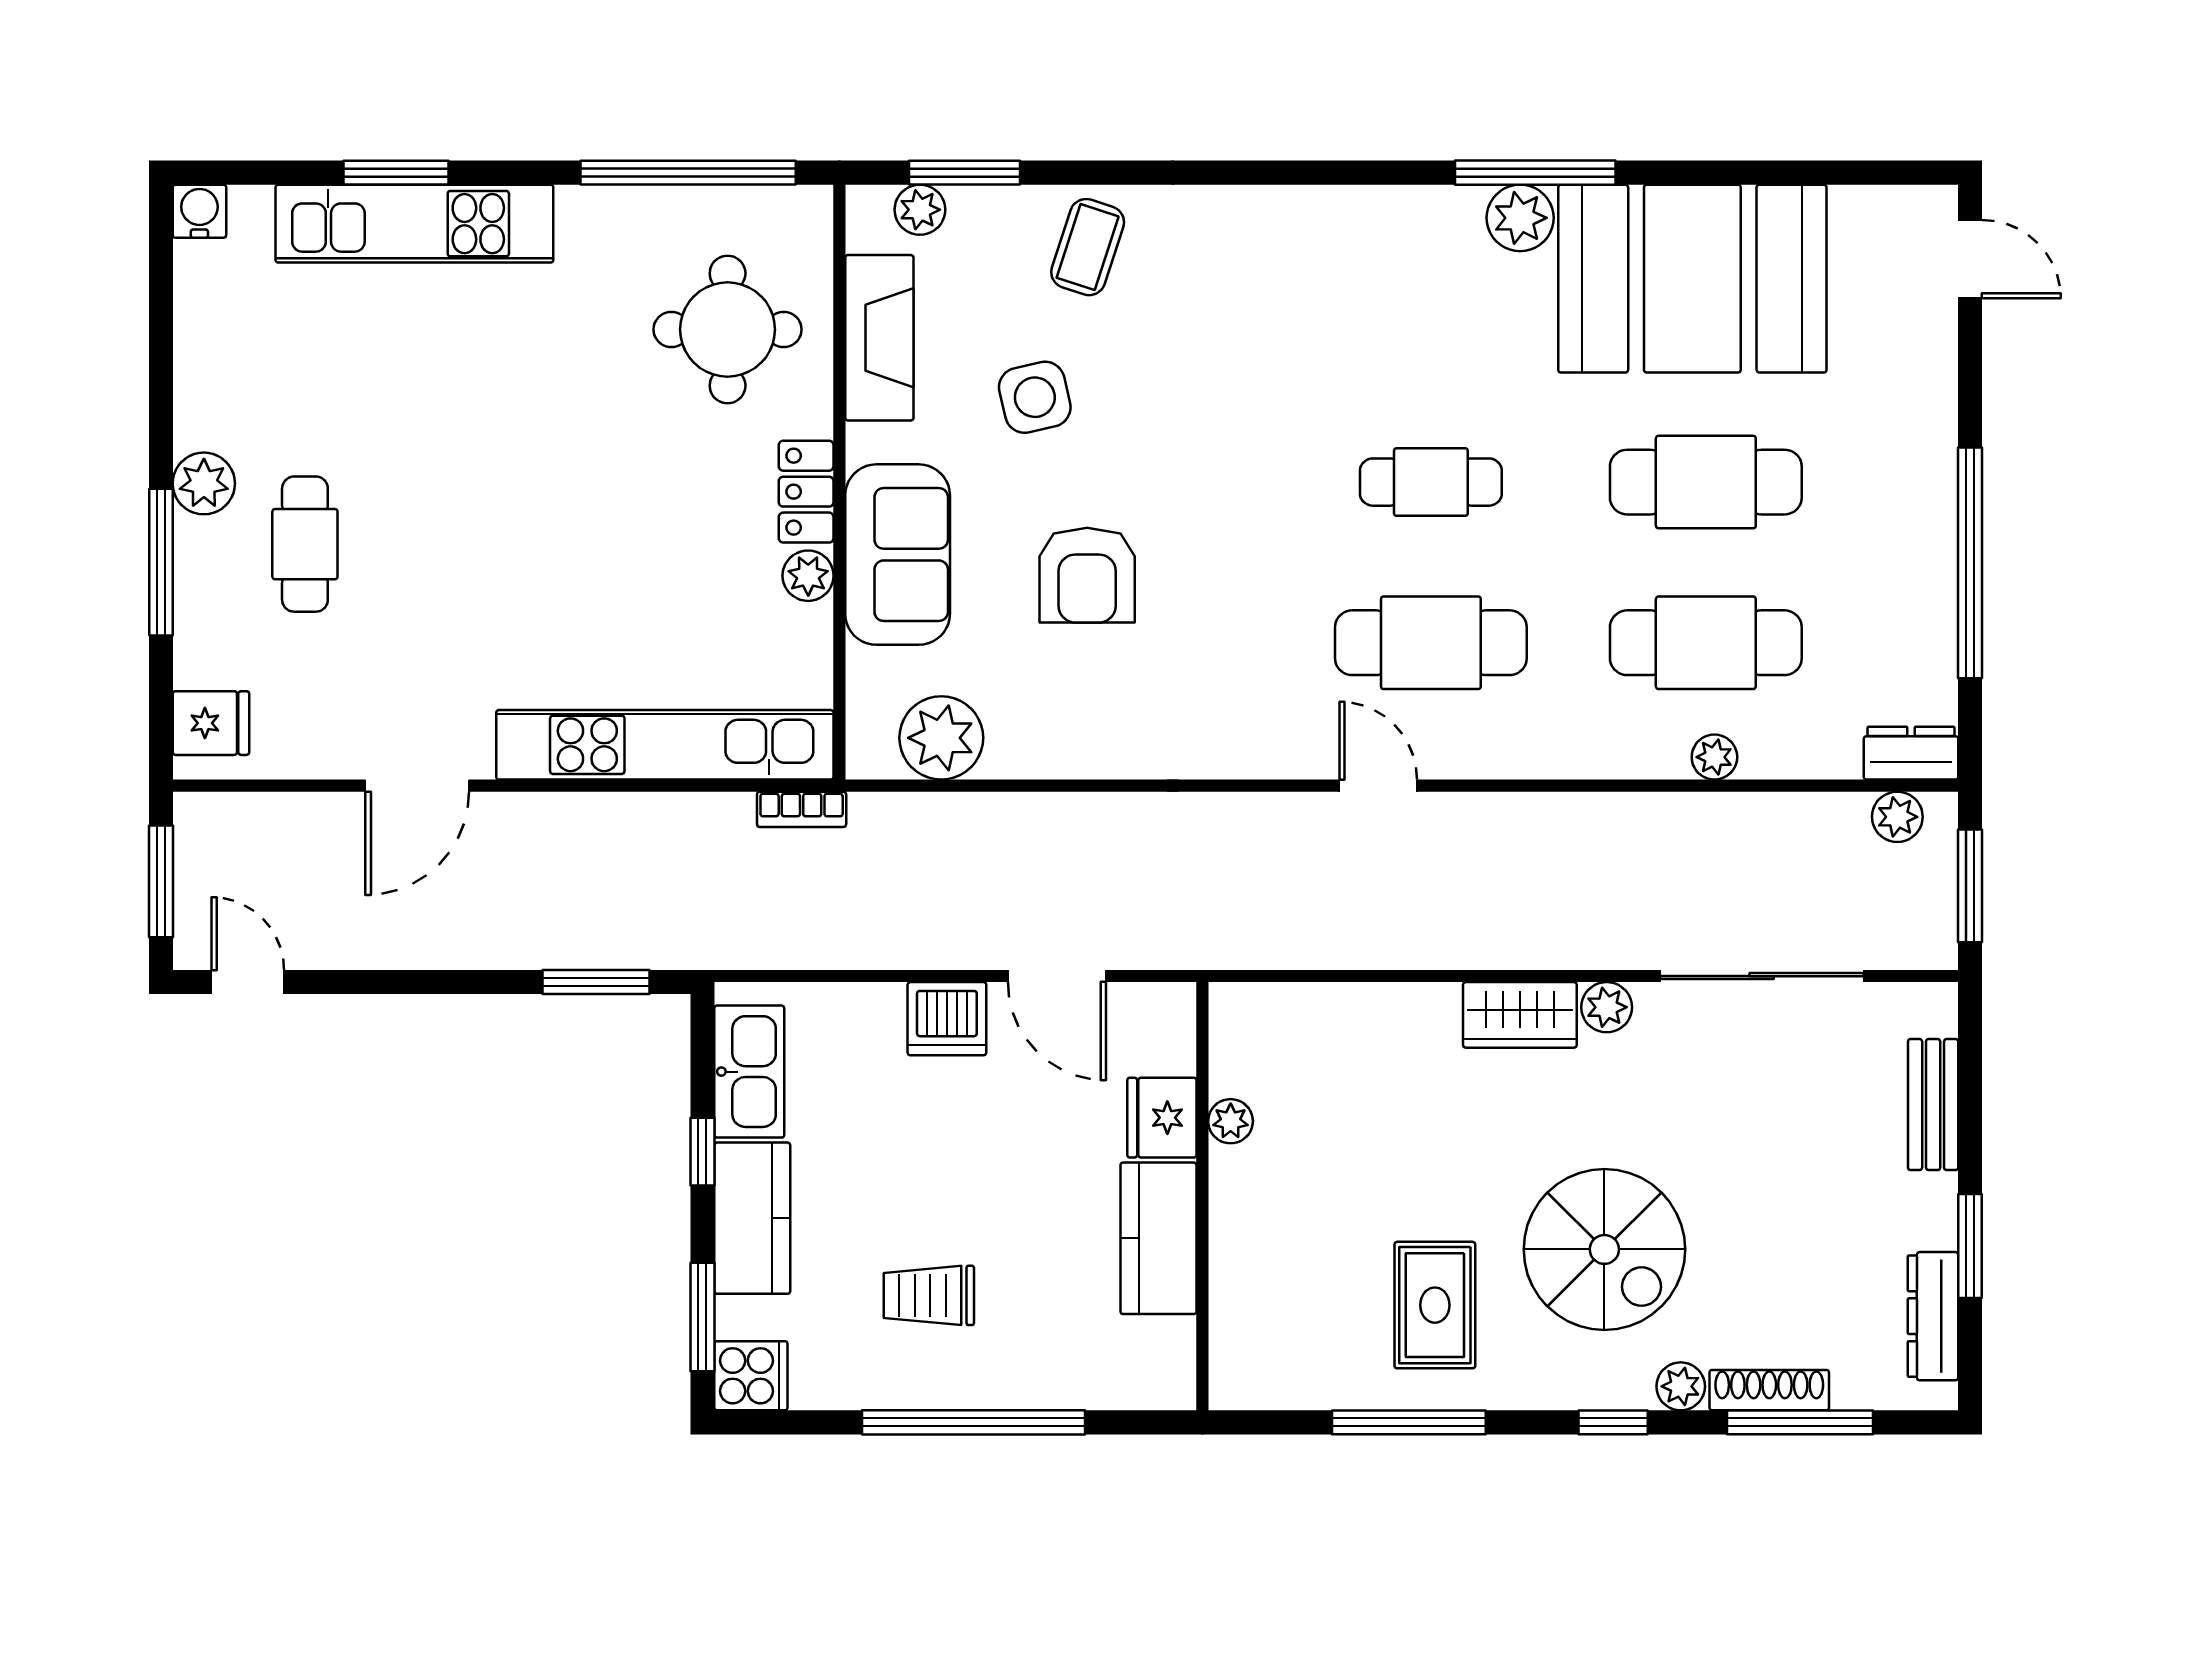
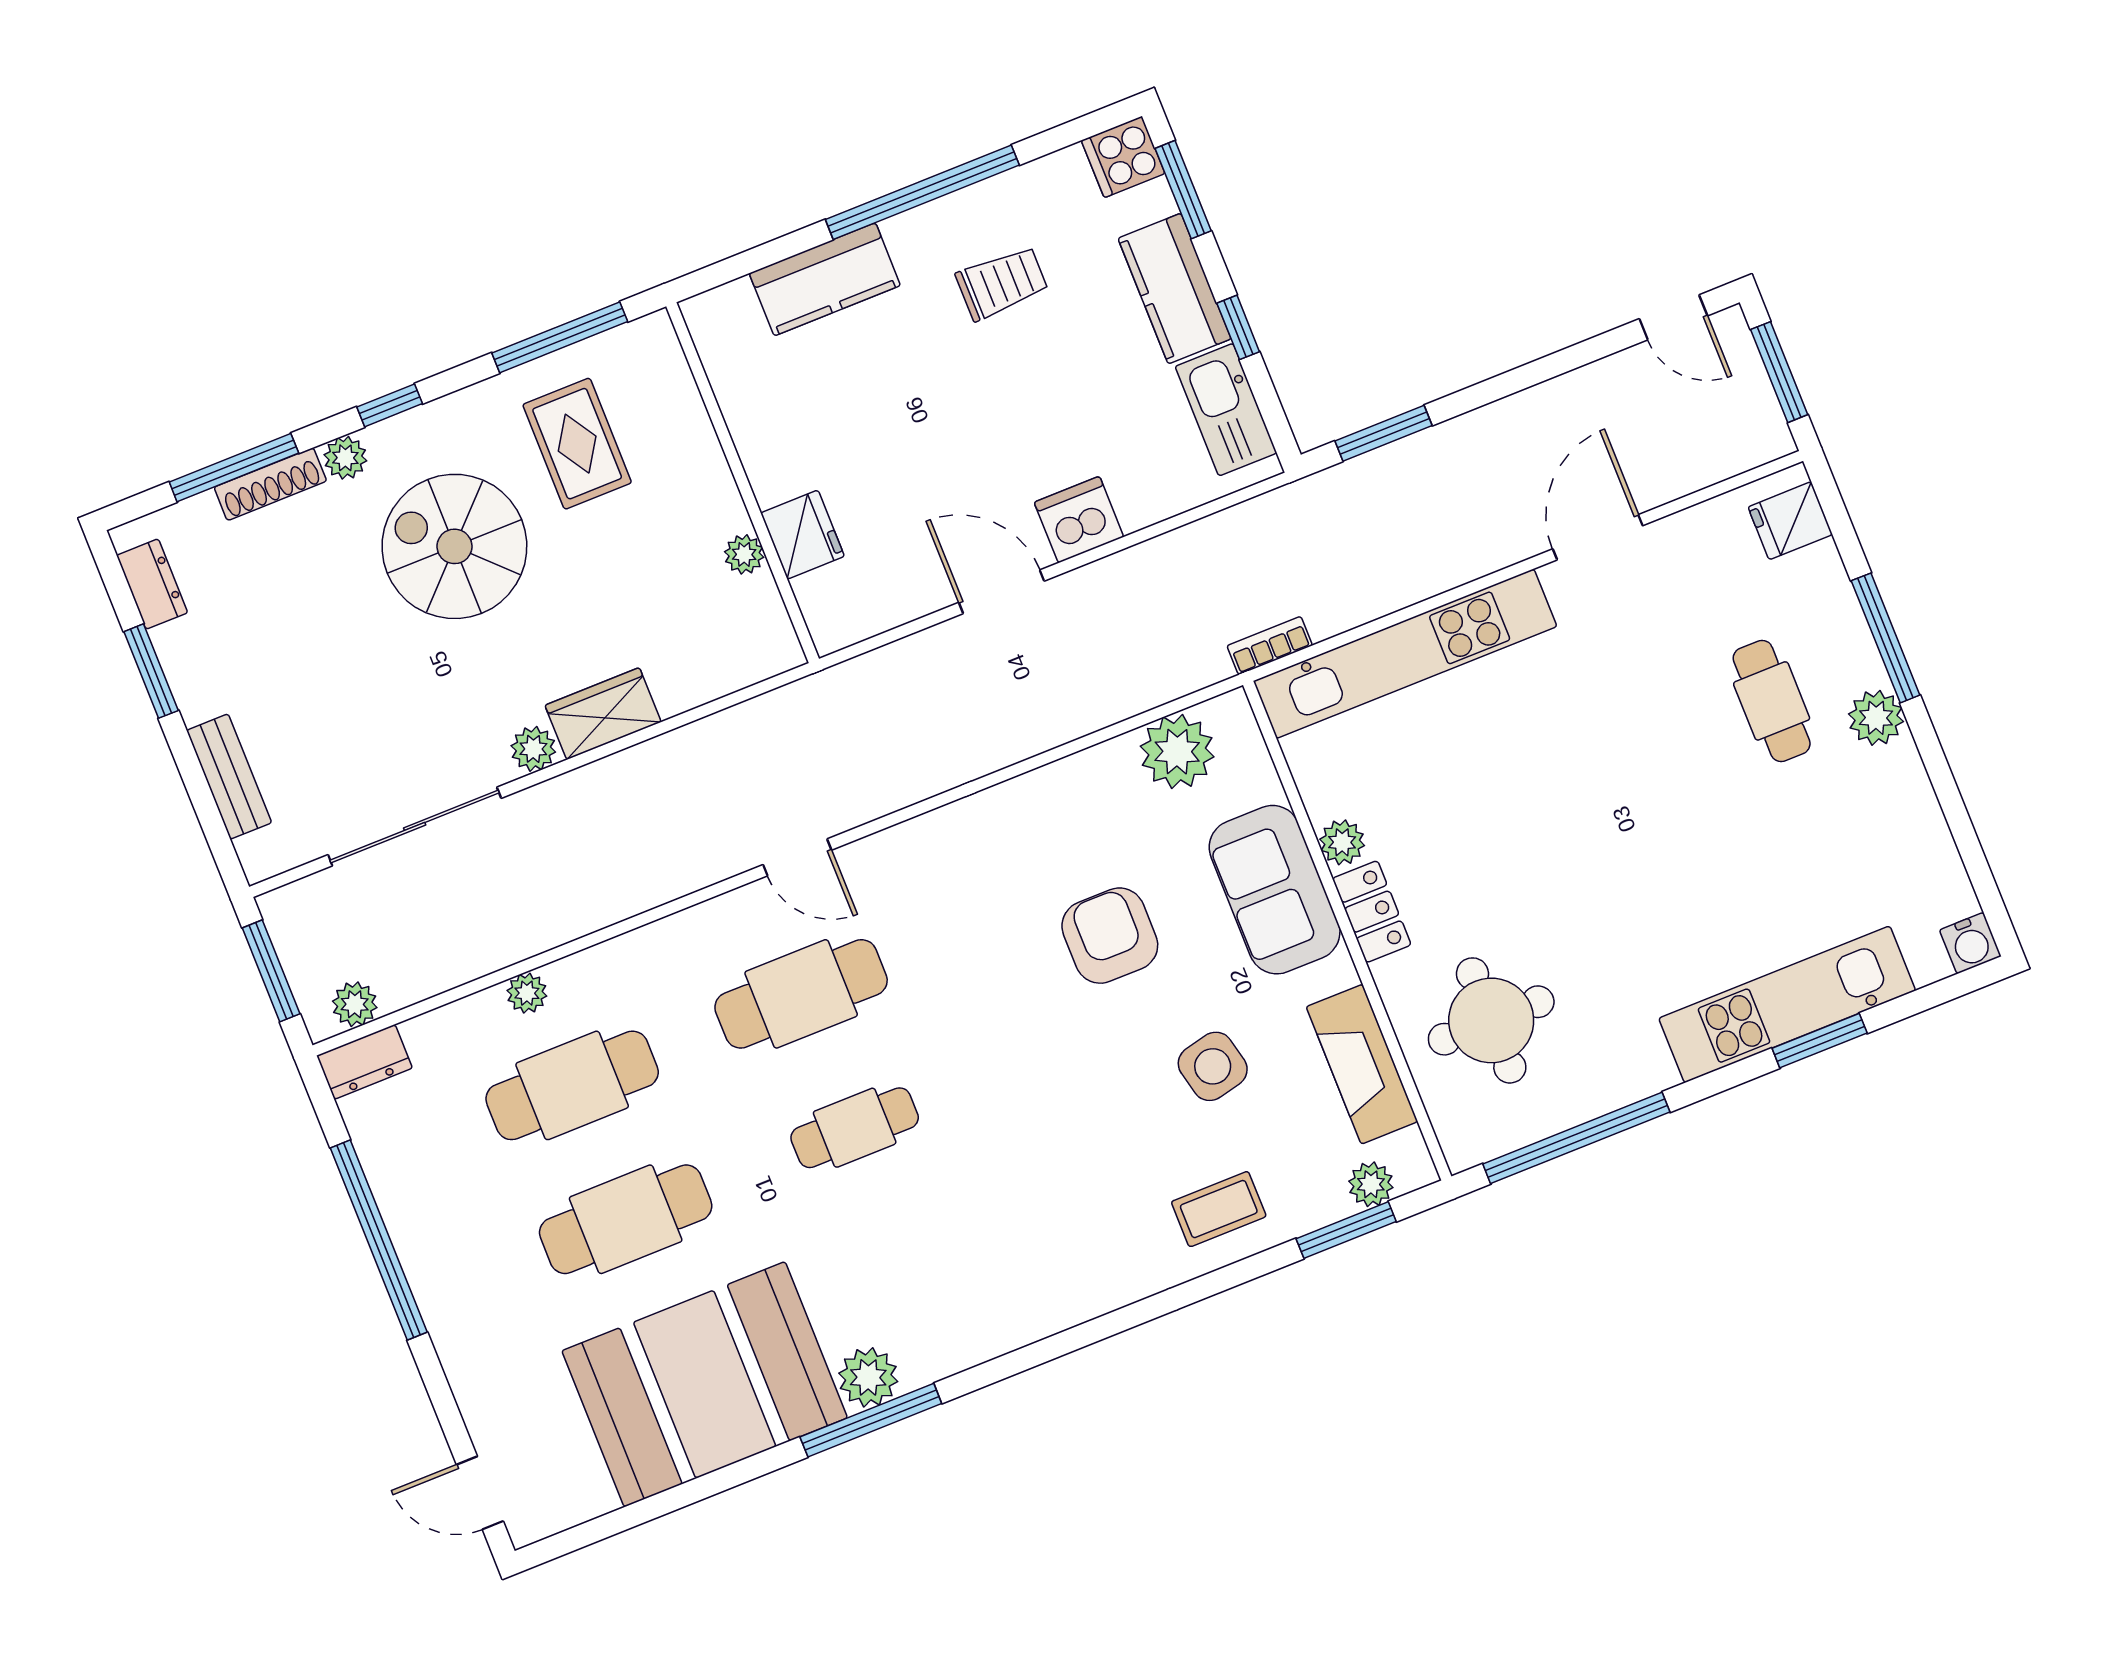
coffee table: (1088, 247) -> (1219, 1209), turned 72
fridge: (1162, 1118) -> (803, 535), moved
plant: (1231, 1121) -> (744, 554), moved
wall: (1202, 1196) -> (743, 483), moved
kitchen counter: (1158, 1238) -> (825, 279), moved, turned 90
dresser: (1933, 1316) -> (152, 584), width x0.70

